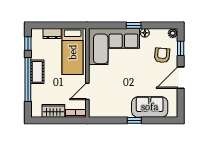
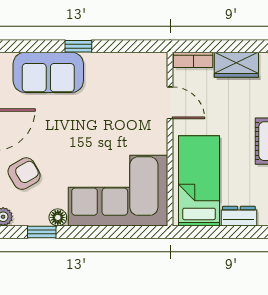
window: (134, 25) -> (42, 232), moved
armchair: (162, 55) -> (24, 174), turned -125
door: (87, 91) -> (170, 103), hinge flipped

